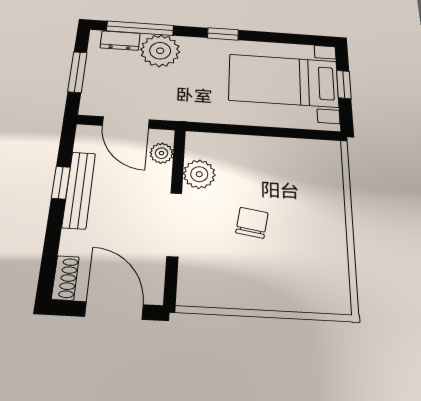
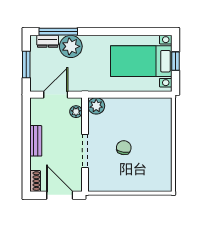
window: (223, 34) -> (106, 32), removed
door: (126, 123) -> (56, 95), swing flipped
plant: (199, 174) -> (96, 106), moved
window: (61, 183) -> (26, 132), removed
bench: (79, 190) -> (36, 141), width x0.73

